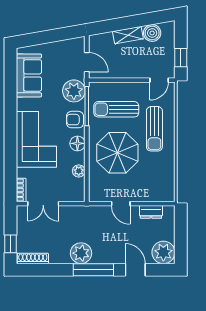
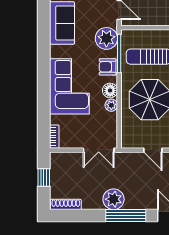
plant: (79, 171) -> (111, 105), moved
double door: (43, 204) -> (99, 150), moved
window: (10, 244) -> (44, 177), moved

